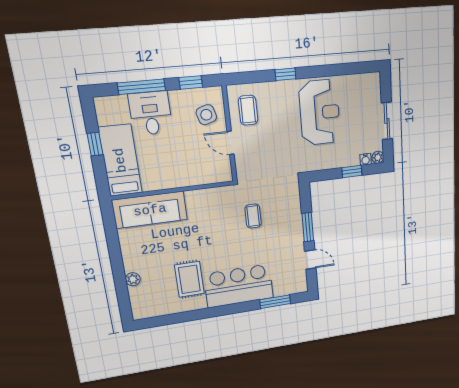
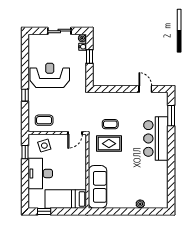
window: (141, 87) -> (25, 180), removed
desk: (151, 113) -> (40, 173), width x1.37
door: (231, 143) -> (75, 133), moved
window: (95, 144) -> (44, 211), moved
window: (308, 227) -> (123, 89), removed
door: (310, 260) -> (145, 89), hinge flipped
rug: (189, 279) -> (109, 144), moved

